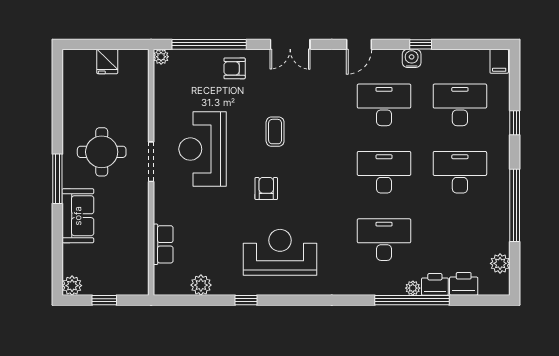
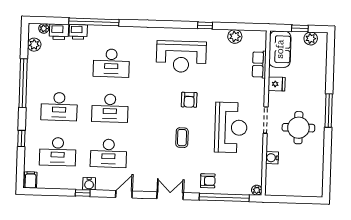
fridge: (107, 61) -> (277, 84), moved, turned 90
water cooler: (140, 106) -> (272, 158), added
sofa: (78, 216) -> (280, 49), moved, turned 180
plant: (72, 286) -> (311, 38), moved
plant: (413, 288) -> (44, 28), moved

